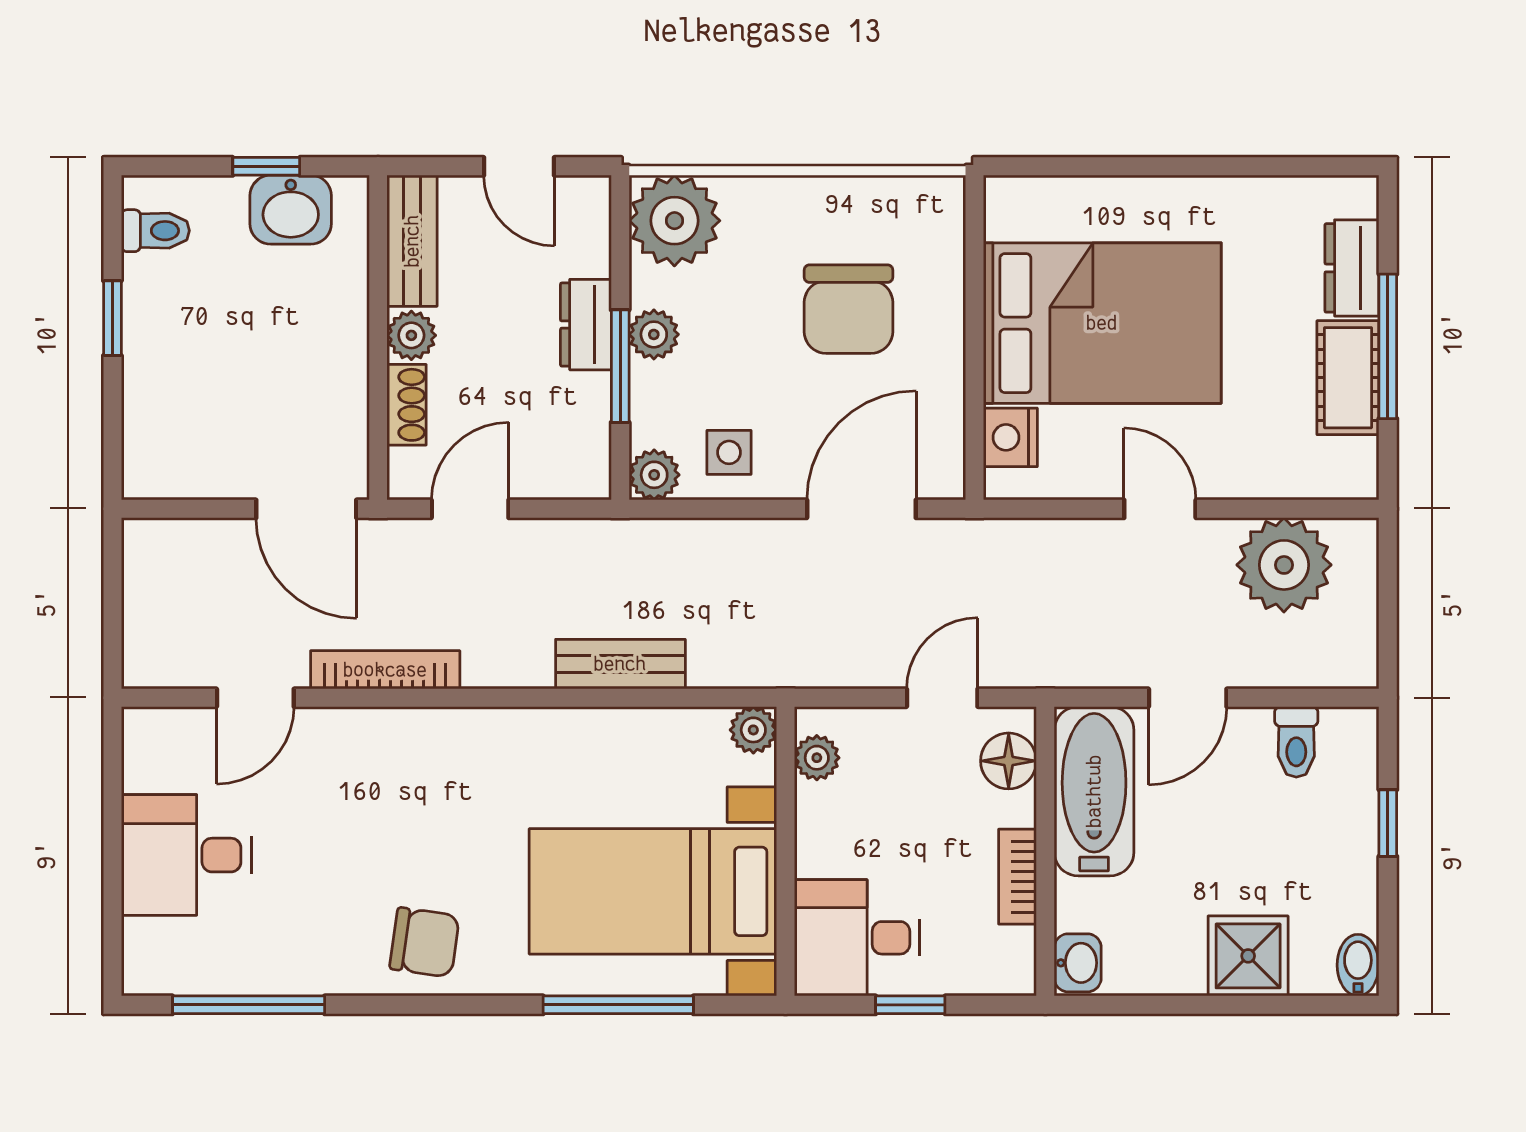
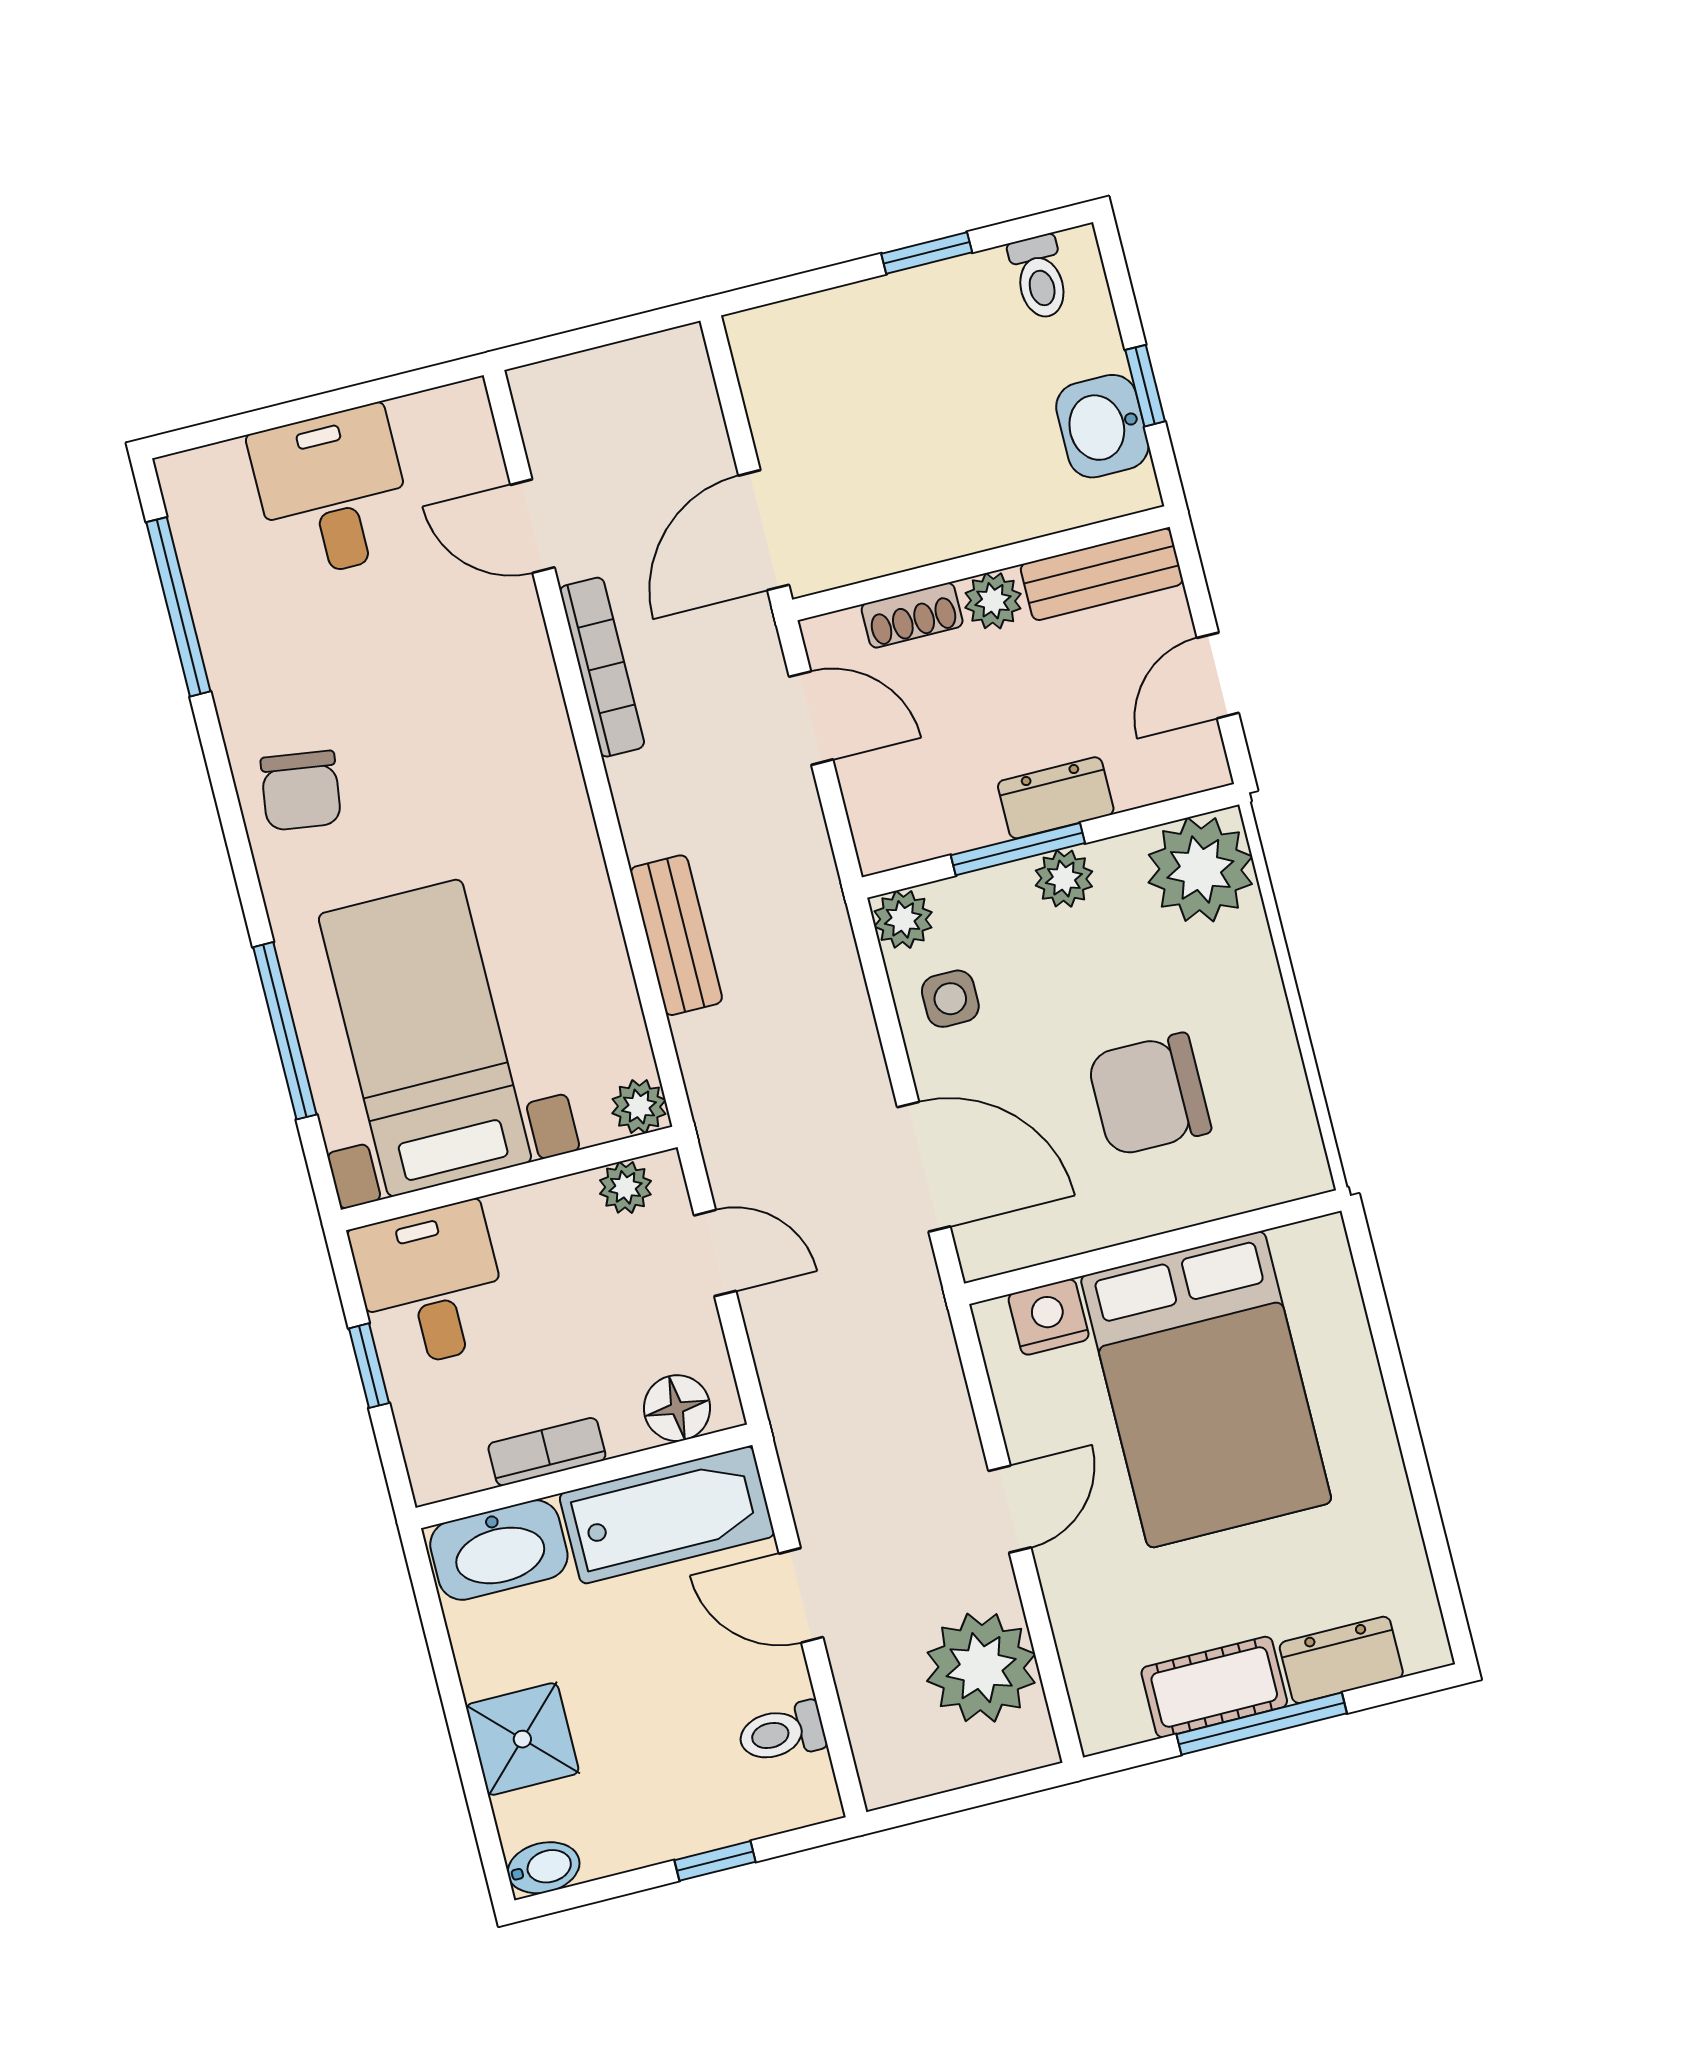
door: (942, 698) -> (715, 1253), moved
washbasin: (1078, 963) -> (499, 1550), width x1.91, depth x1.45

